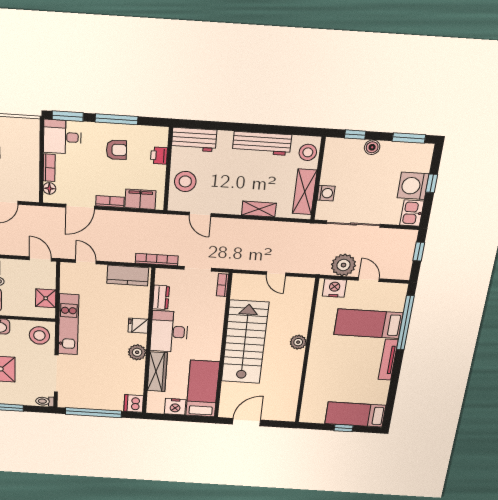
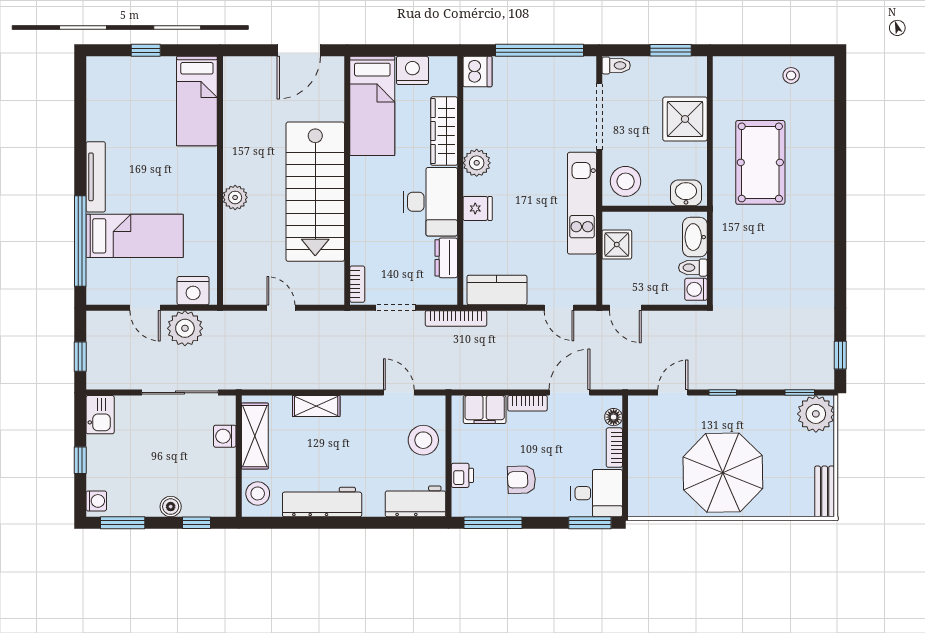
window: (117, 119) -> (493, 523), moved
washing machine: (413, 186) -> (96, 501), moved, width x0.53, depth x0.53
bed: (355, 415) -> (197, 101), moved, turned 90

